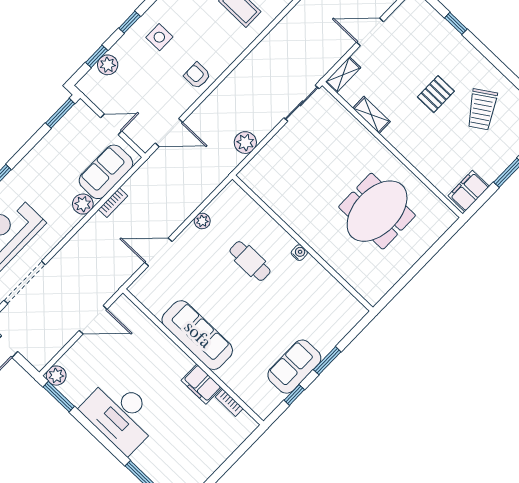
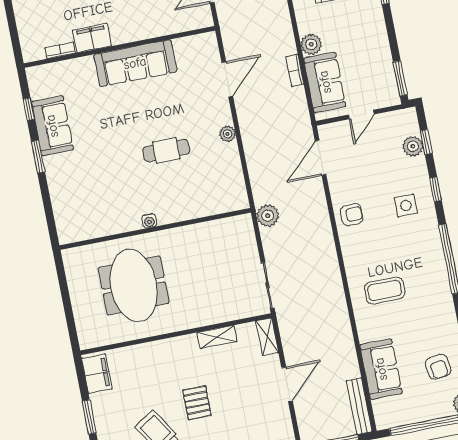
wall: (303, 243) -> (155, 229), moved
water cooler: (299, 253) -> (149, 221), moved

